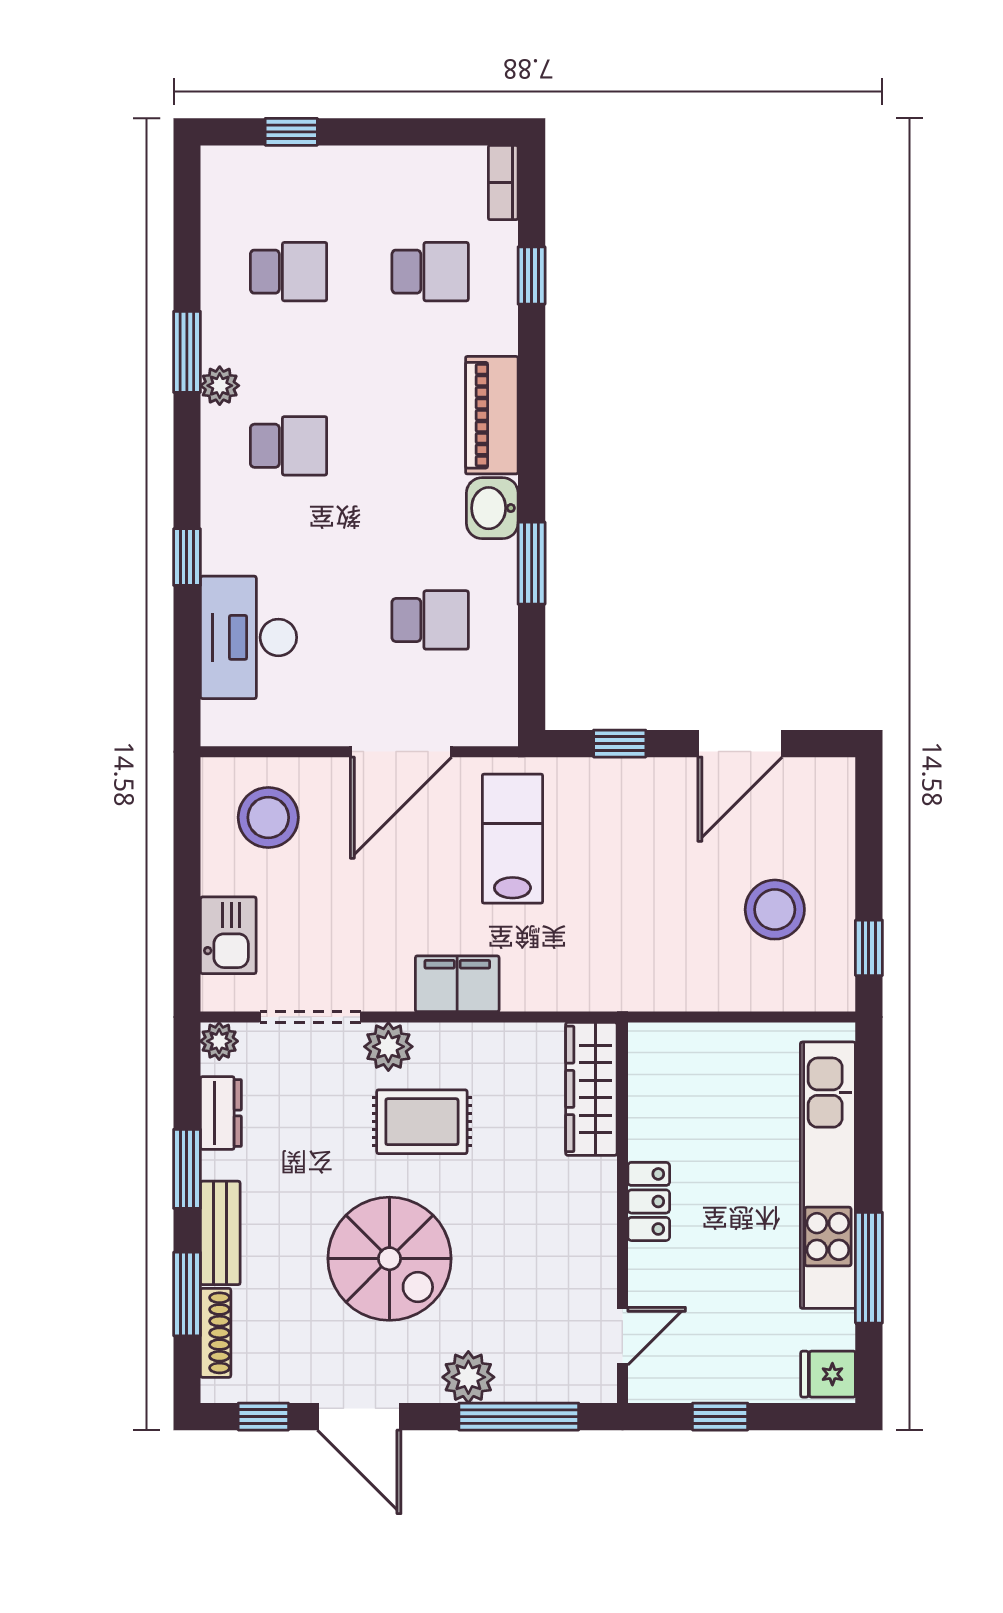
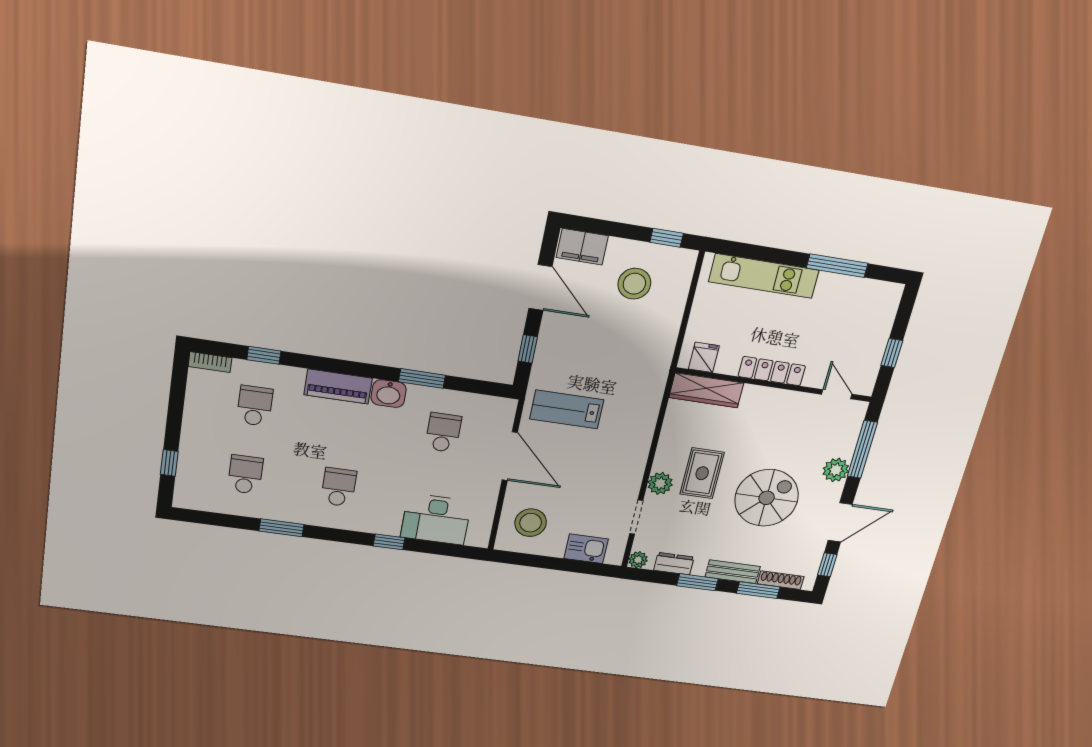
plant: (220, 386) -> (302, 515), removed
filing cabinet: (457, 984) -> (582, 247), moved, turned -90
doorway: (310, 1017) -> (636, 517), width x0.73
kitchen unit: (828, 1175) -> (764, 276), width x0.73
locker: (649, 1201) -> (772, 371), width x1.53
fridge: (828, 1374) -> (704, 357), moved, turned 180

